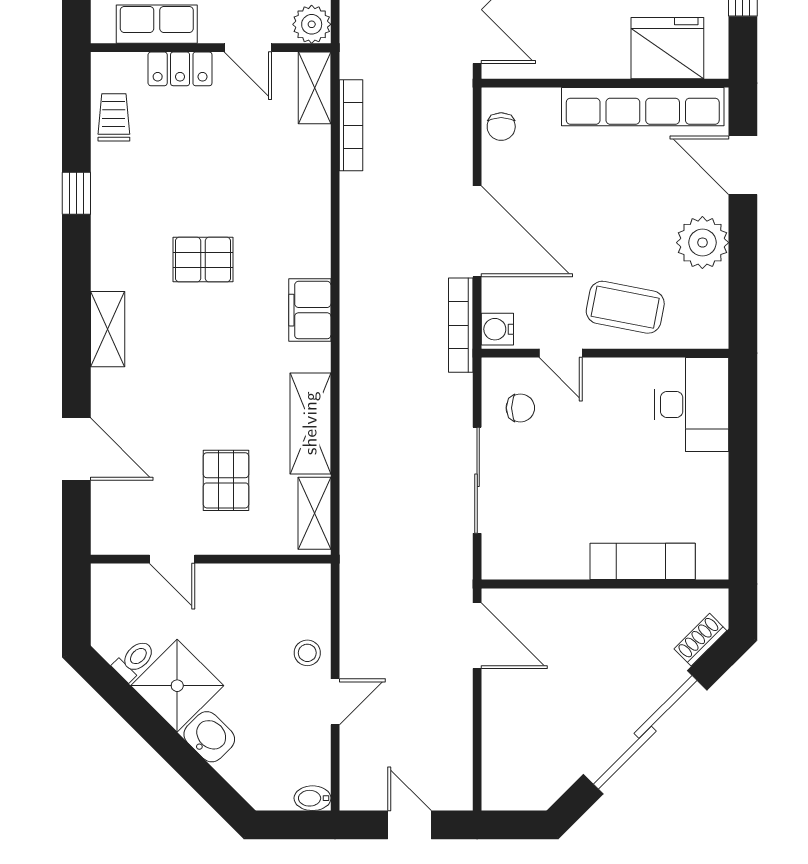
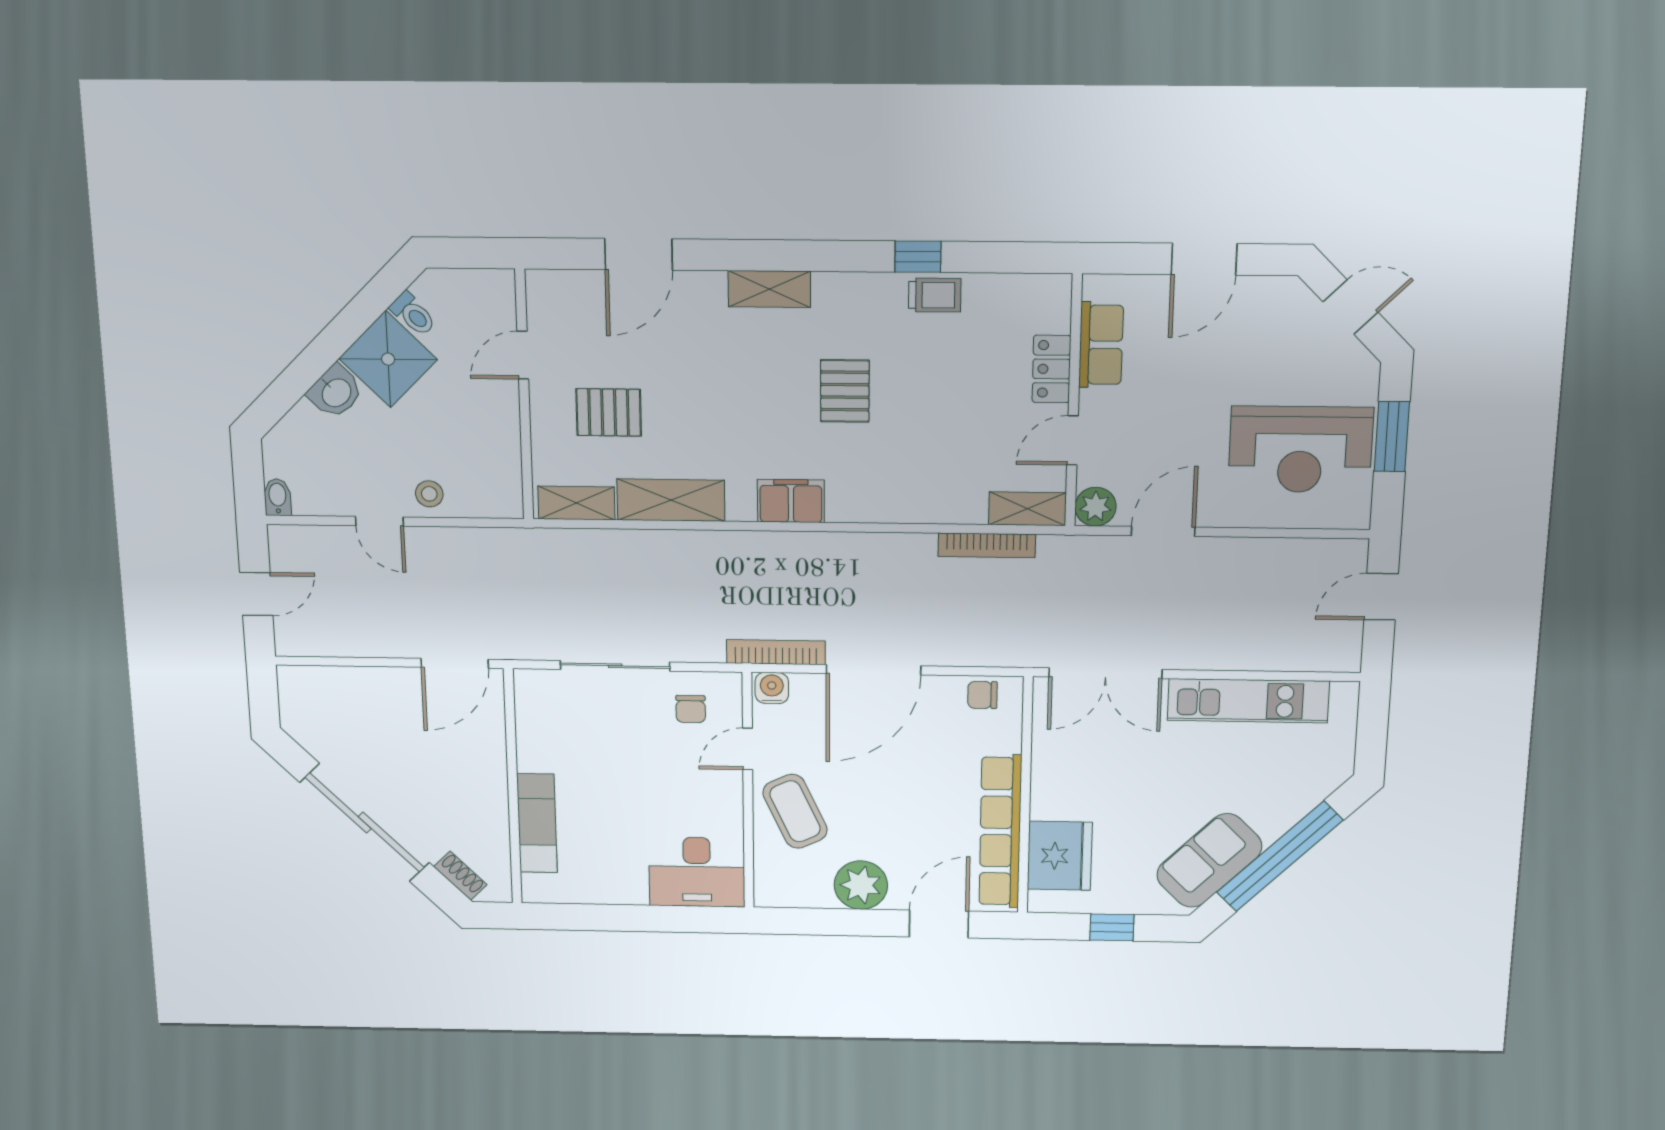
trolley: (114, 117) -> (935, 295), moved
coffee table: (625, 307) -> (795, 811), turned -36

